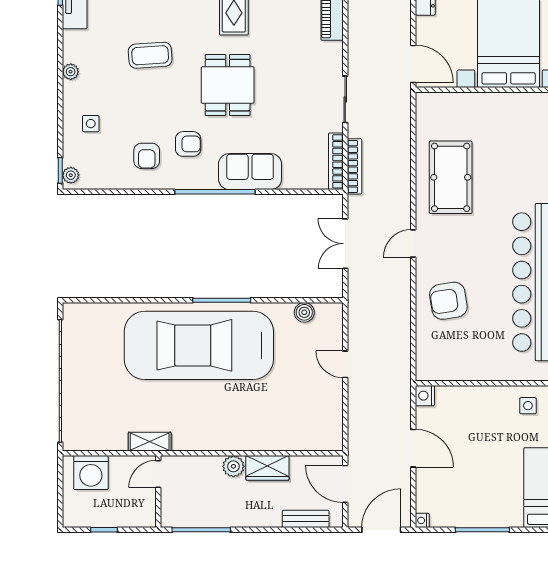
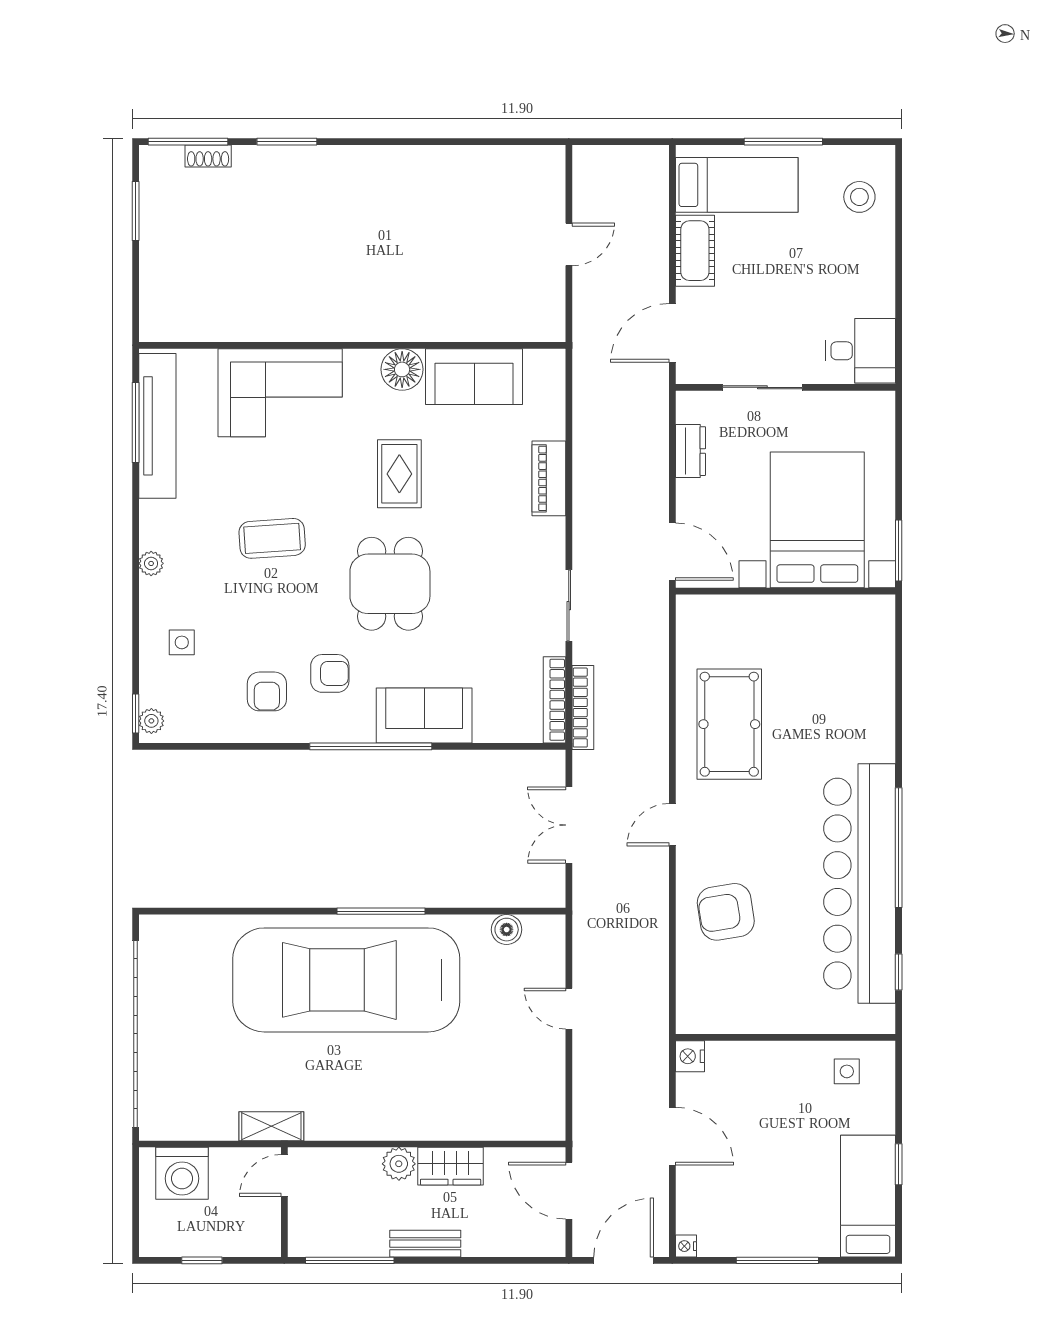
bench: (306, 519) -> (425, 1244), moved

